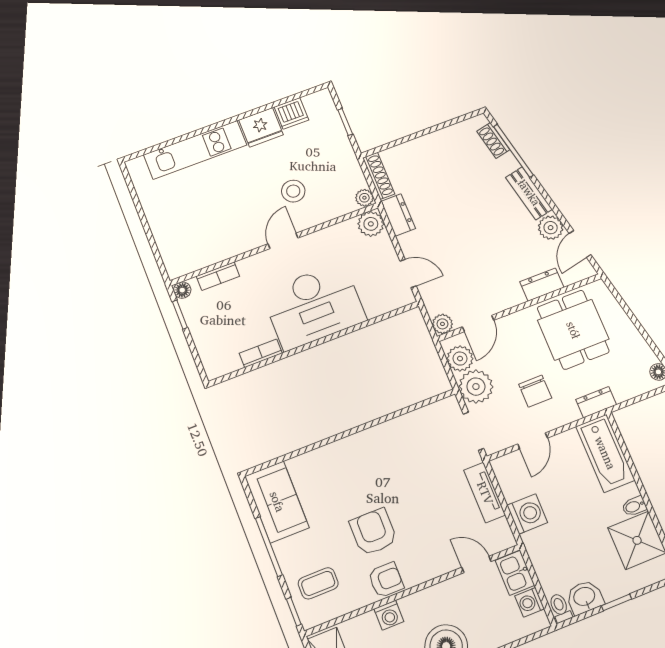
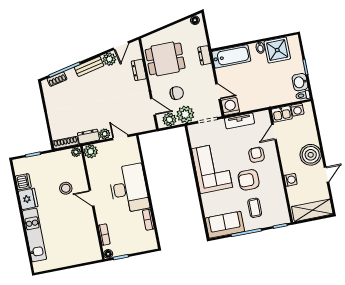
door: (580, 244) -> (121, 46), hinge flipped
door: (408, 273) -> (120, 137), hinge flipped
plant: (442, 324) -> (105, 134), moved
chair: (535, 391) -> (177, 93), moved
corner sofa: (383, 456) -> (212, 168), added
washing machine: (527, 514) -> (230, 106), moved
armchair: (386, 580) -> (257, 155), moved
coffee table: (318, 583) -> (255, 208), moved

